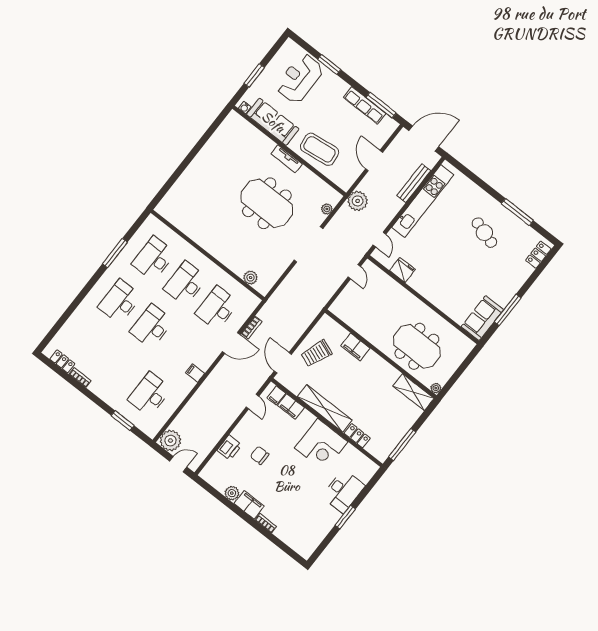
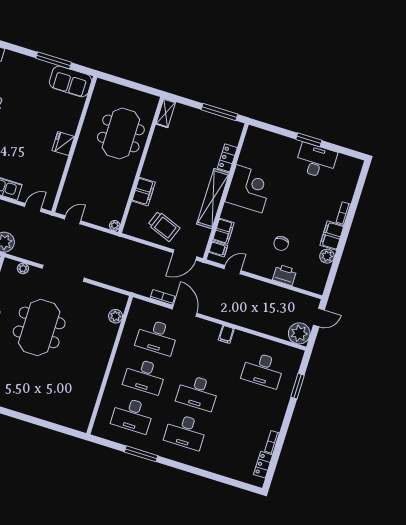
fridge: (402, 270) -> (63, 143), moved
plant: (436, 388) -> (115, 225), moved
shelving: (413, 392) -> (166, 113), width x0.67, depth x0.75
door: (178, 464) -> (319, 318), swing flipped
desk: (343, 491) -> (316, 161), moved

